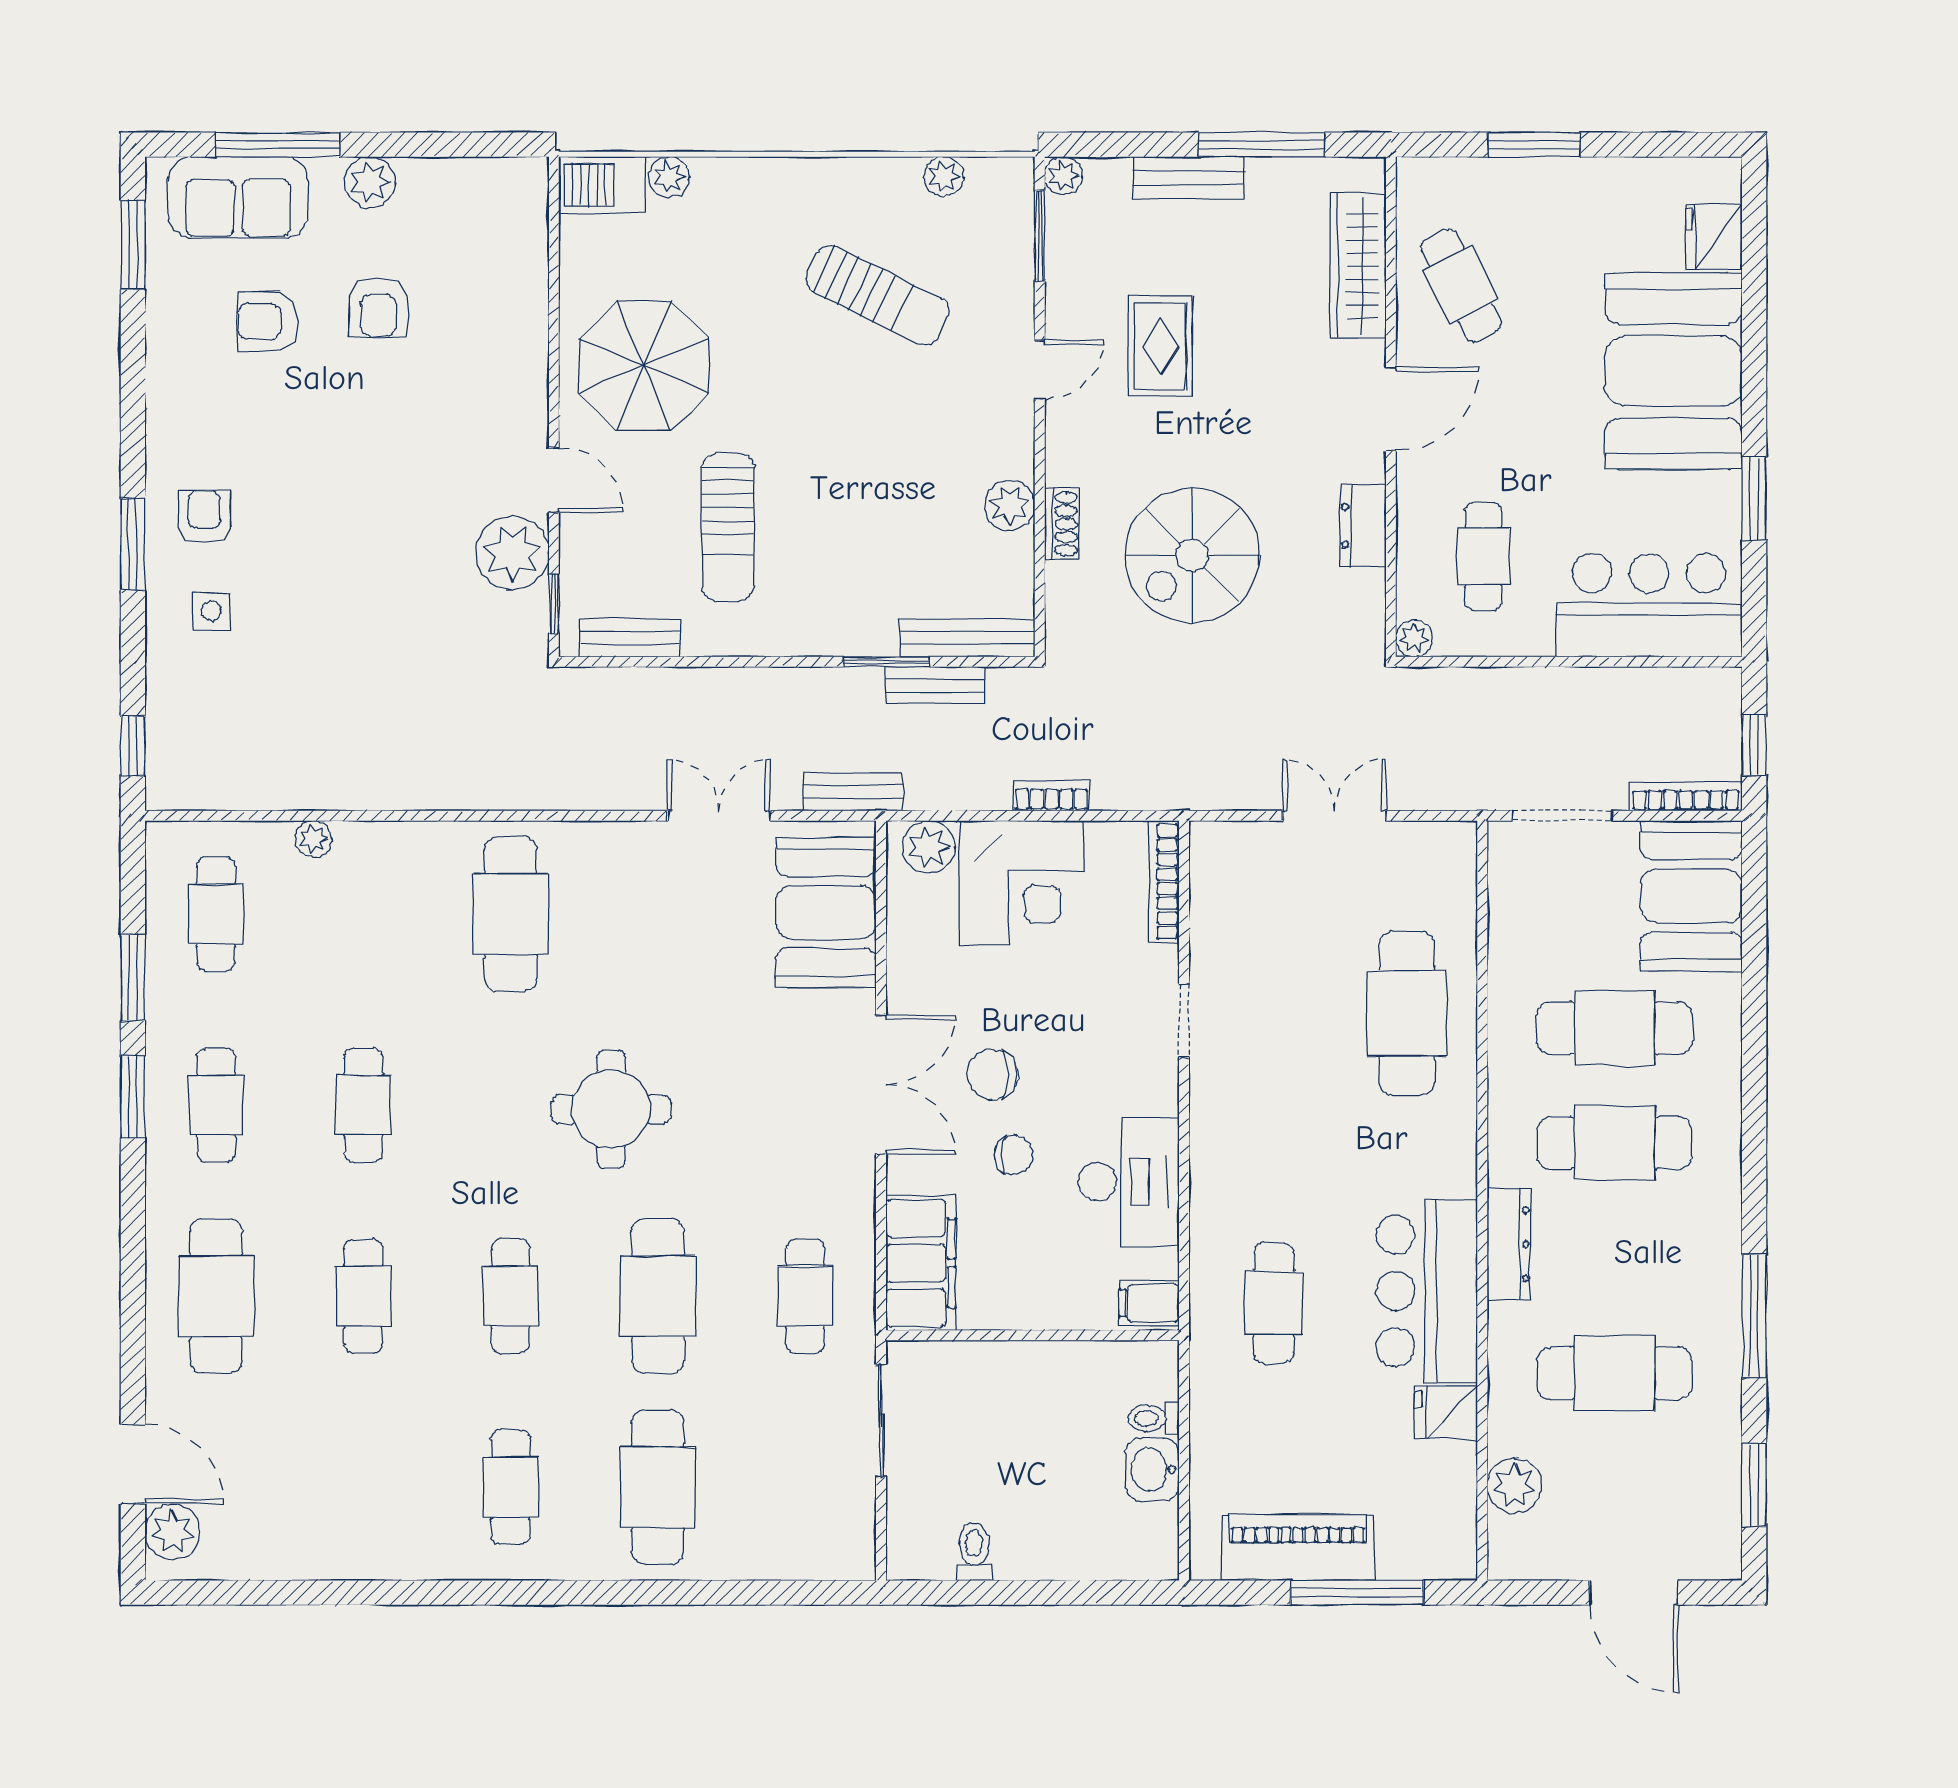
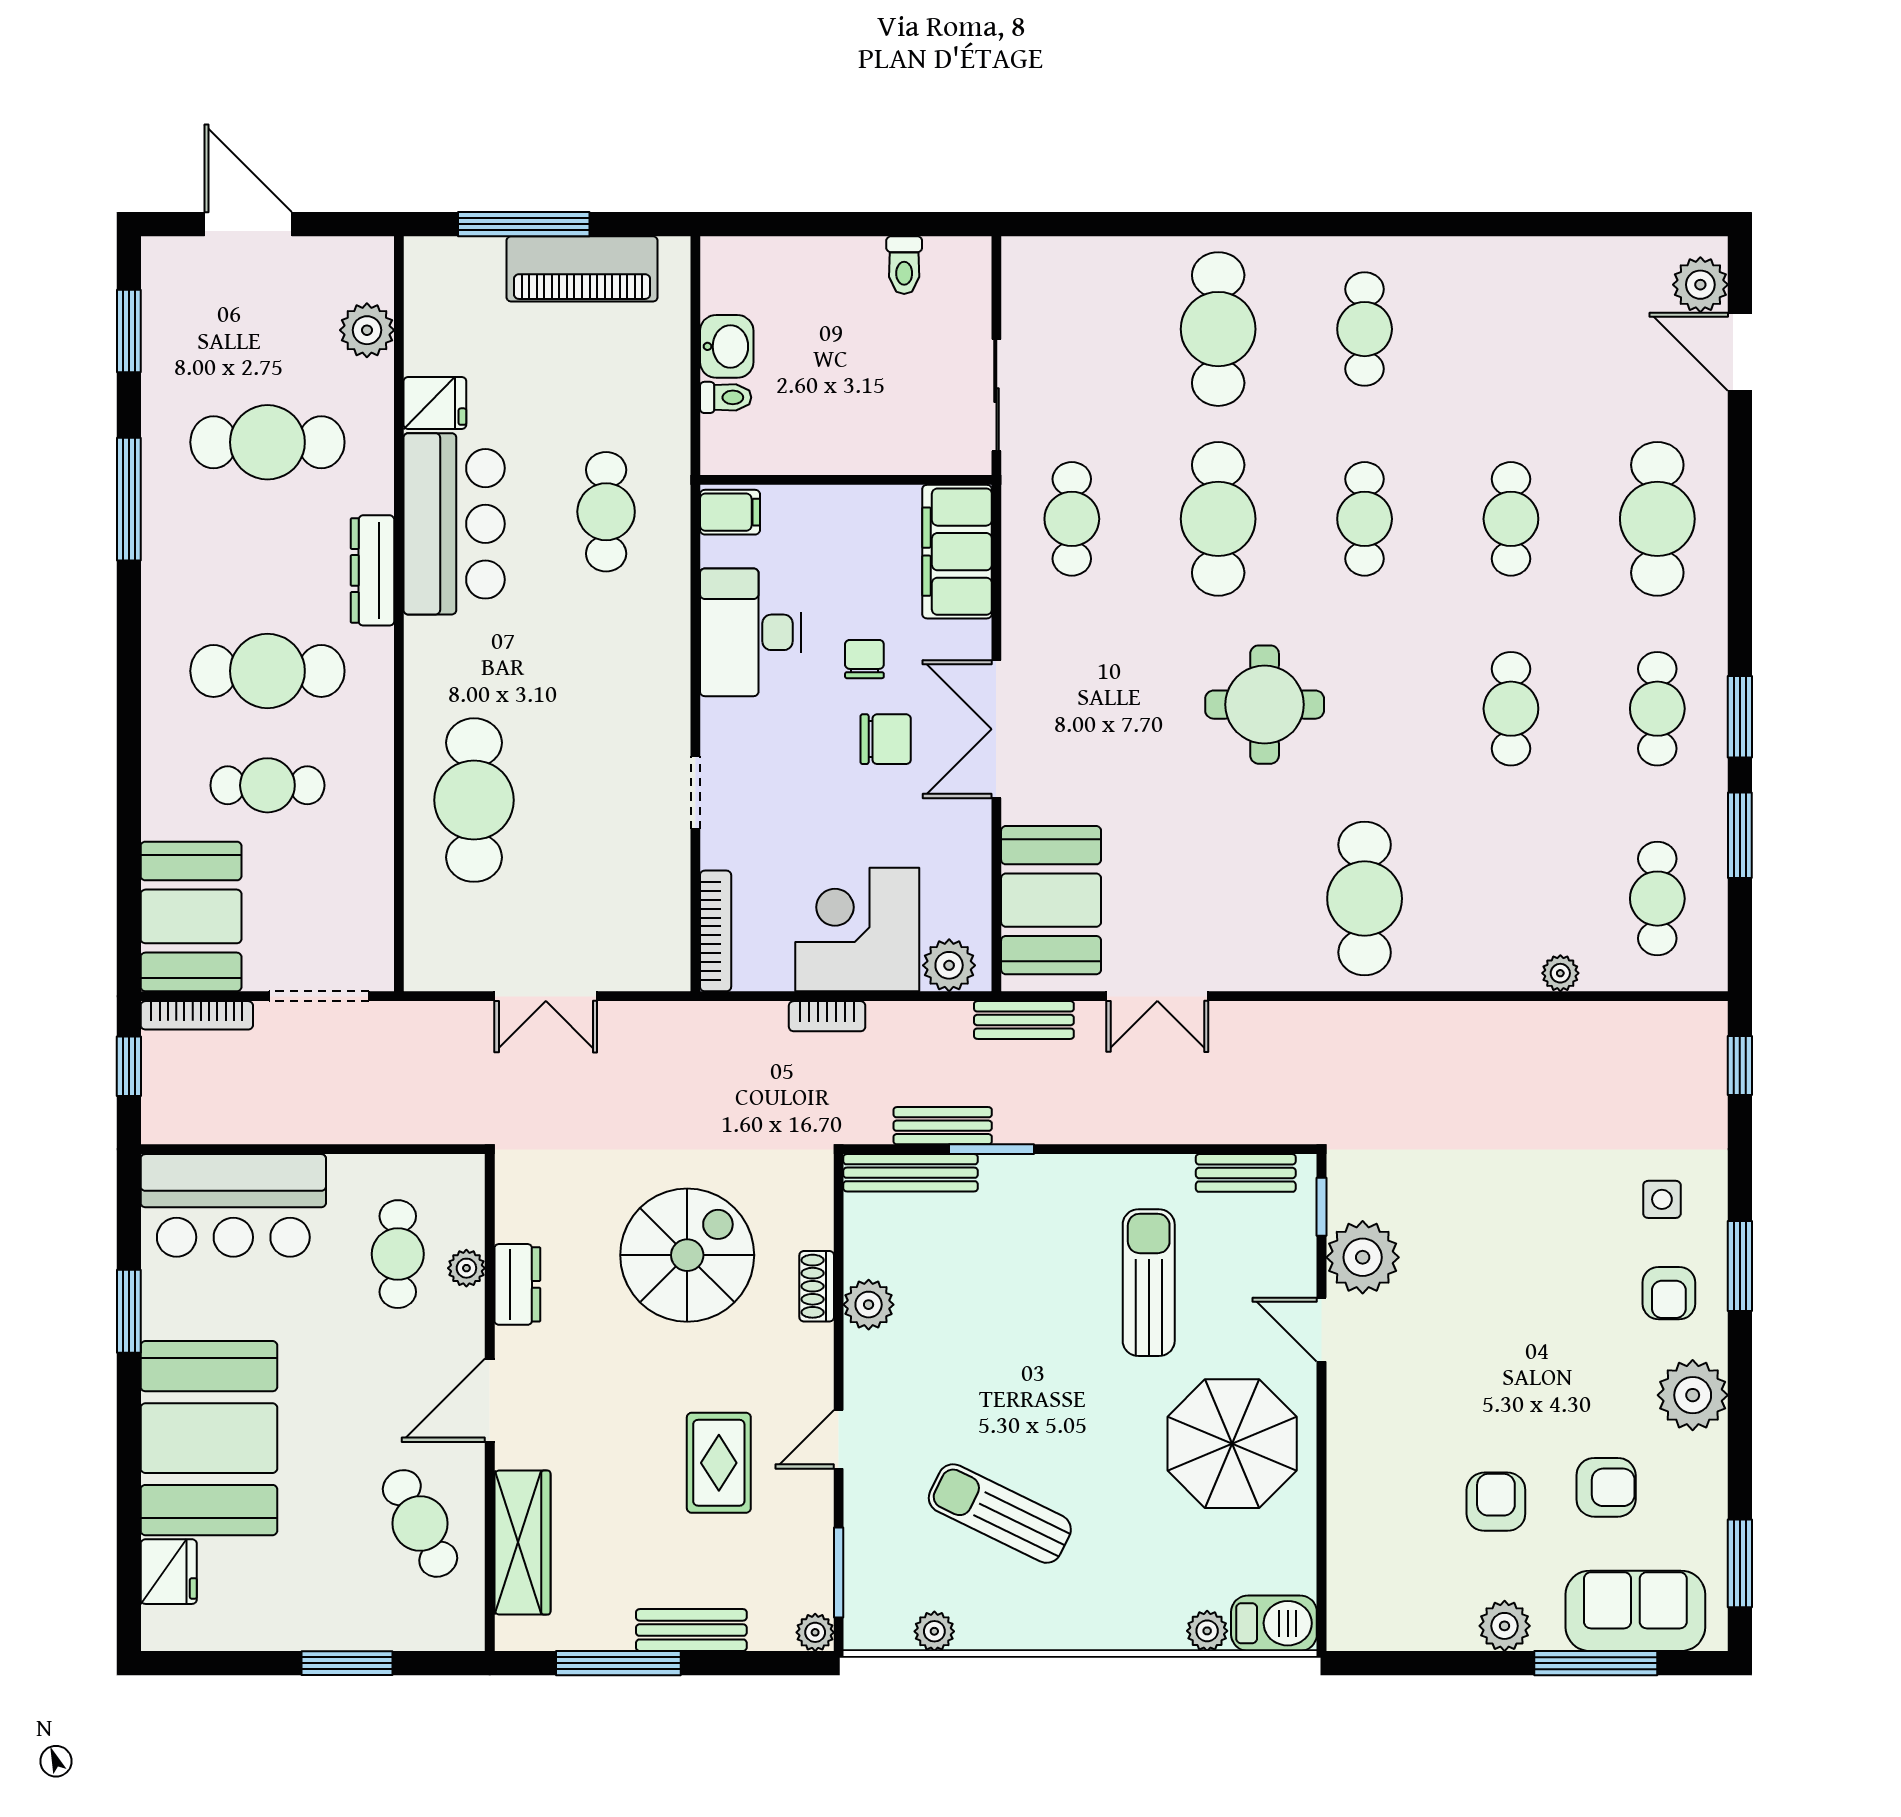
plant: (180, 414) -> (1693, 1395), added
plant: (1414, 638) -> (466, 1268), moved
cafe table: (1615, 1028) -> (267, 785), width x0.73, depth x0.74
chair: (1014, 1155) -> (864, 659), turned 90

